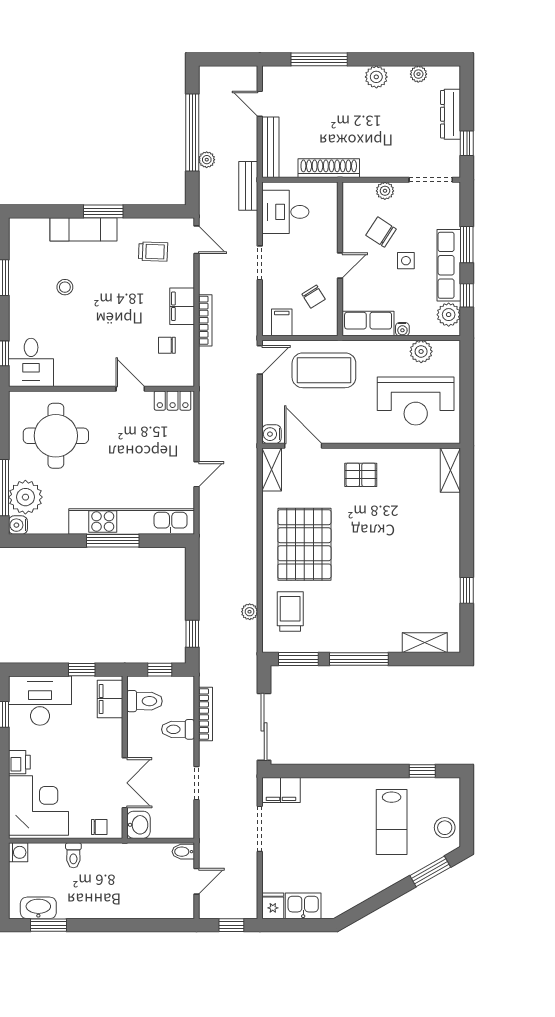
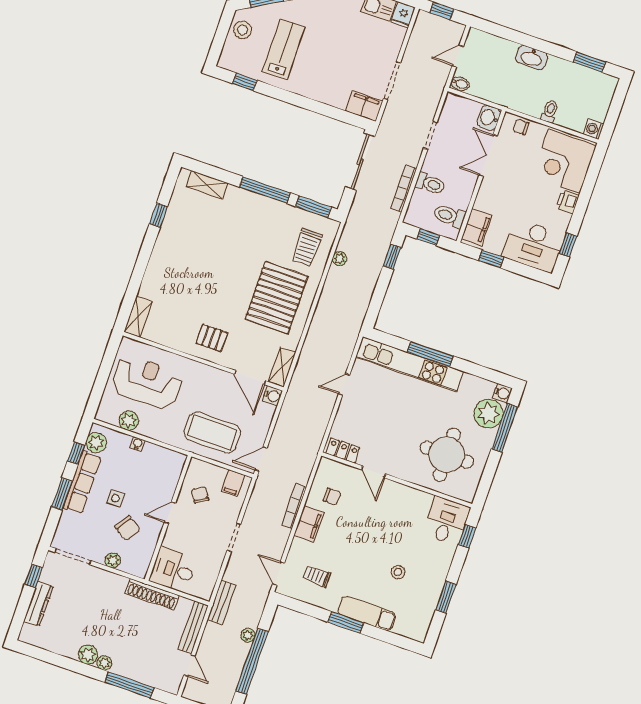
plant: (418, 74) -> (104, 663), moved
desk: (285, 212) -> (173, 570), moved, turned 180
row of seats: (368, 324) -> (164, 458), removed
washbasin: (38, 908) -> (532, 58), moved

